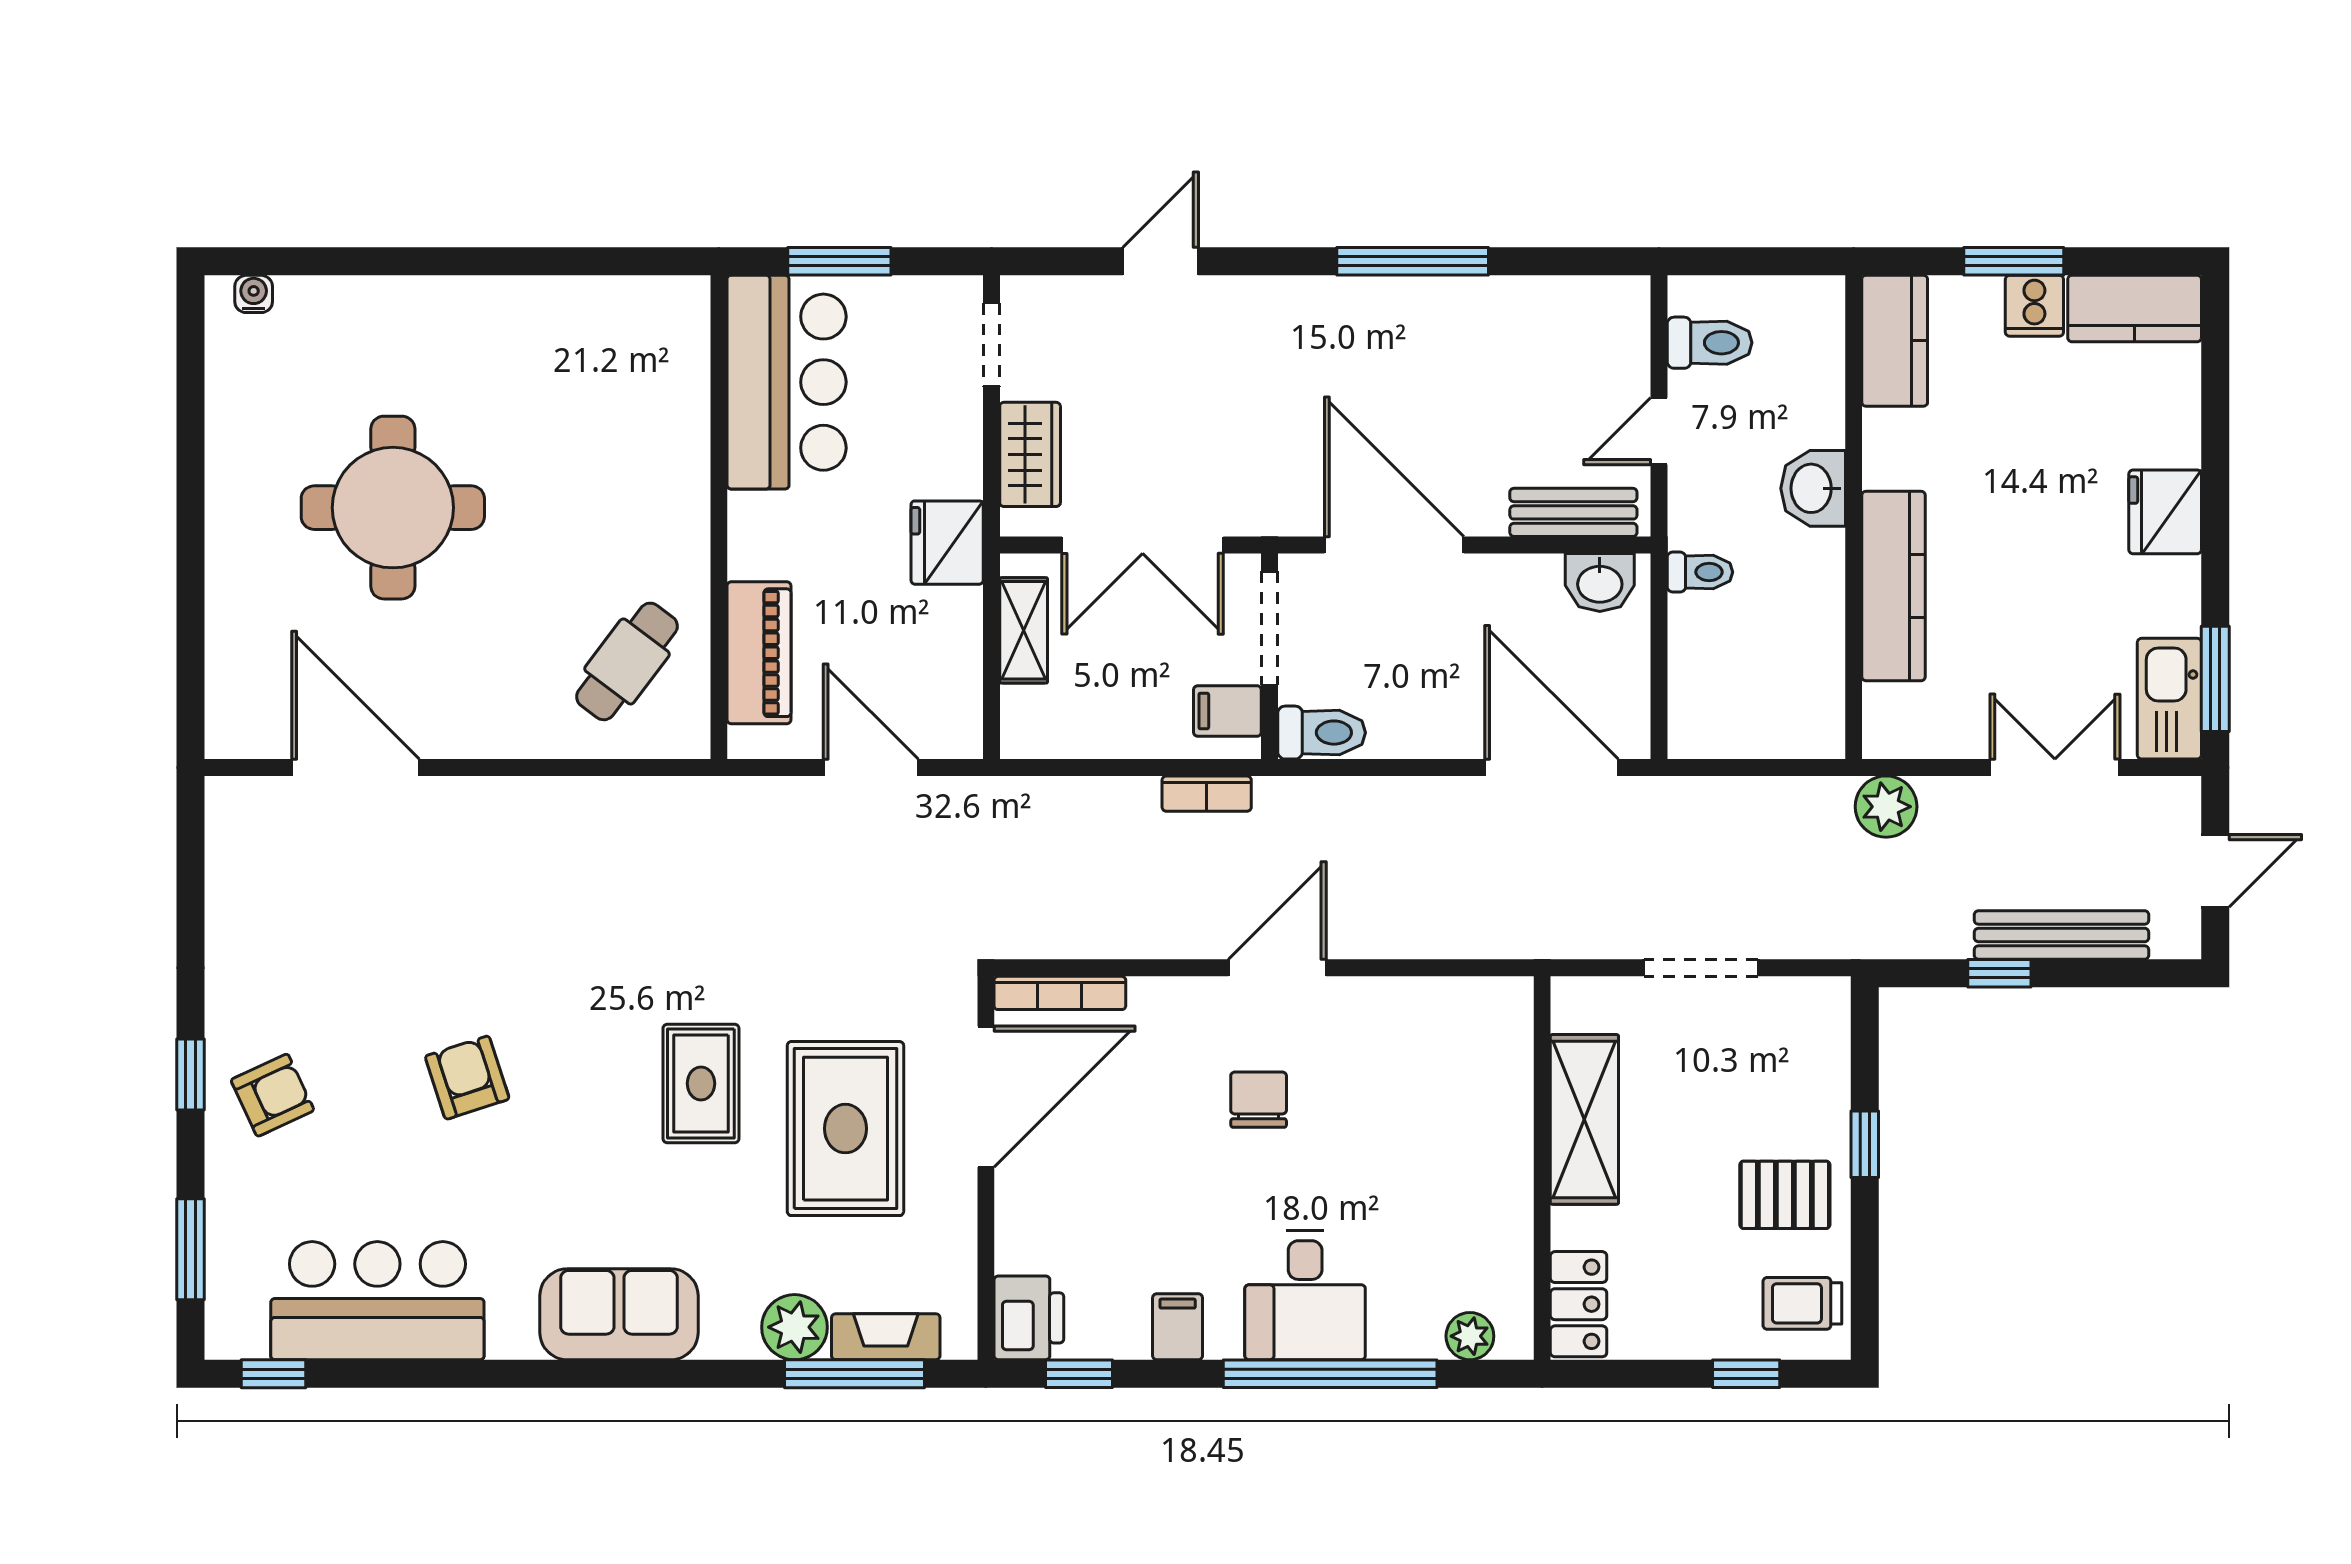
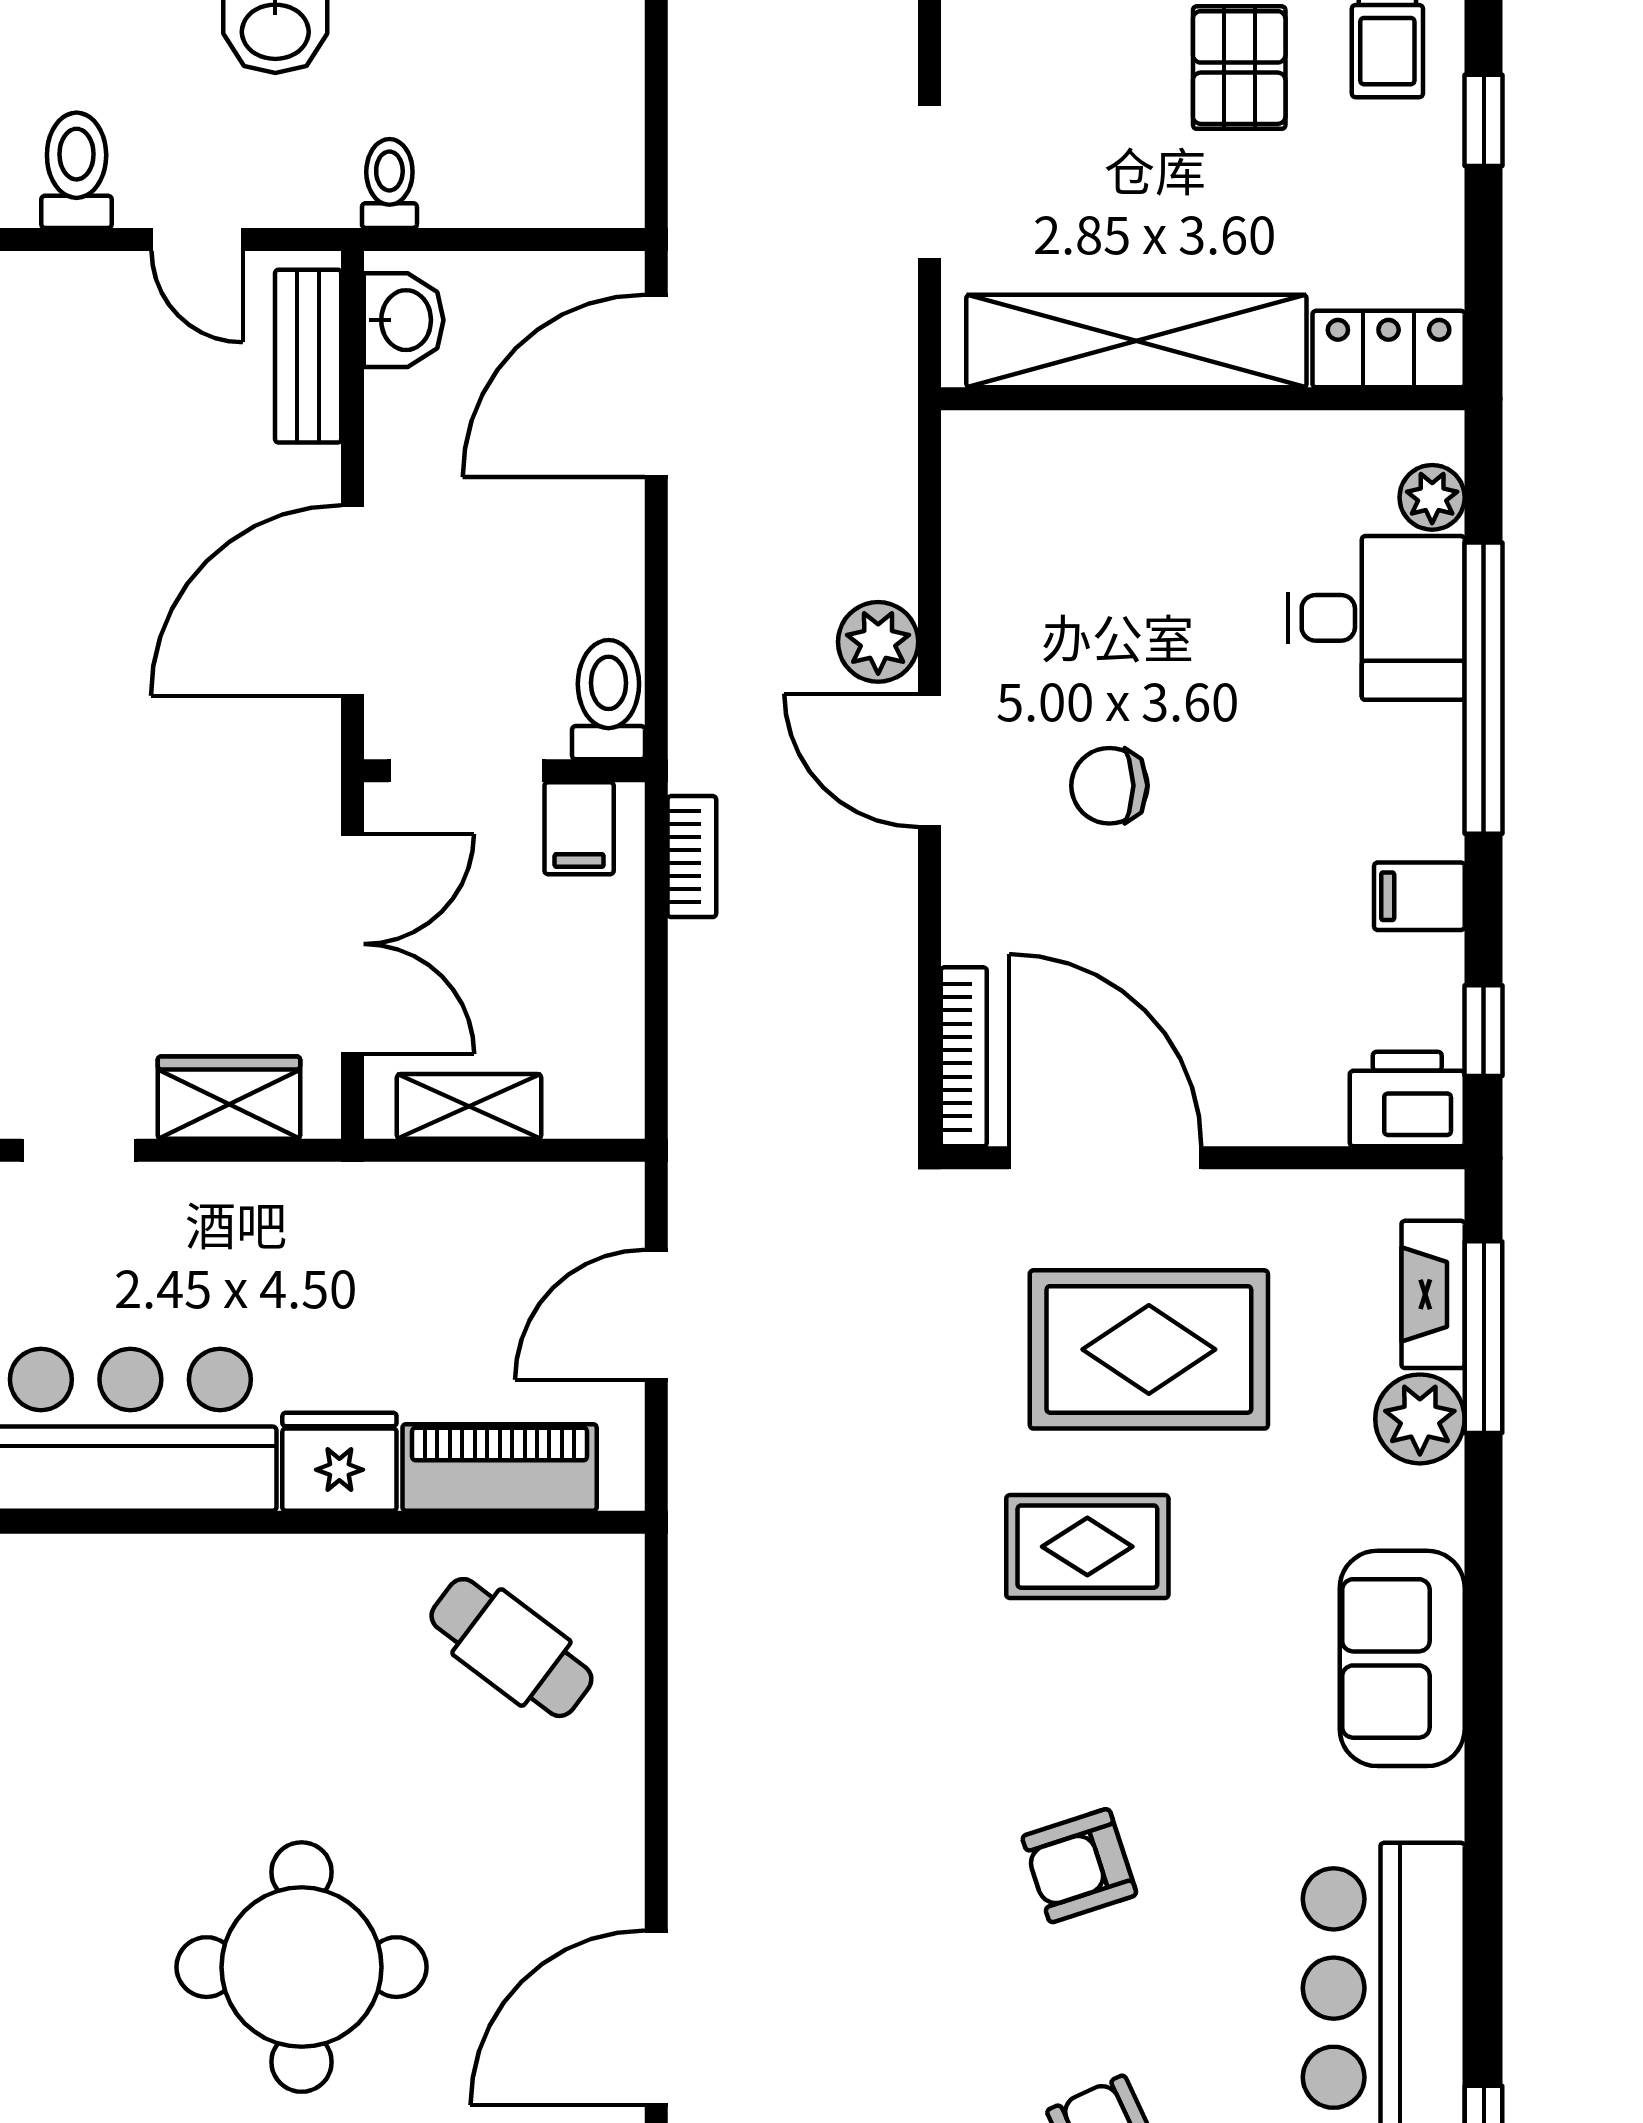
fridge: (947, 543) -> (339, 1462), moved, turned 180
plant: (1364, 930) -> (878, 642), added
shelving: (1584, 1119) -> (1136, 341), width x1.47
desk: (1305, 1295) -> (1376, 618), moved

